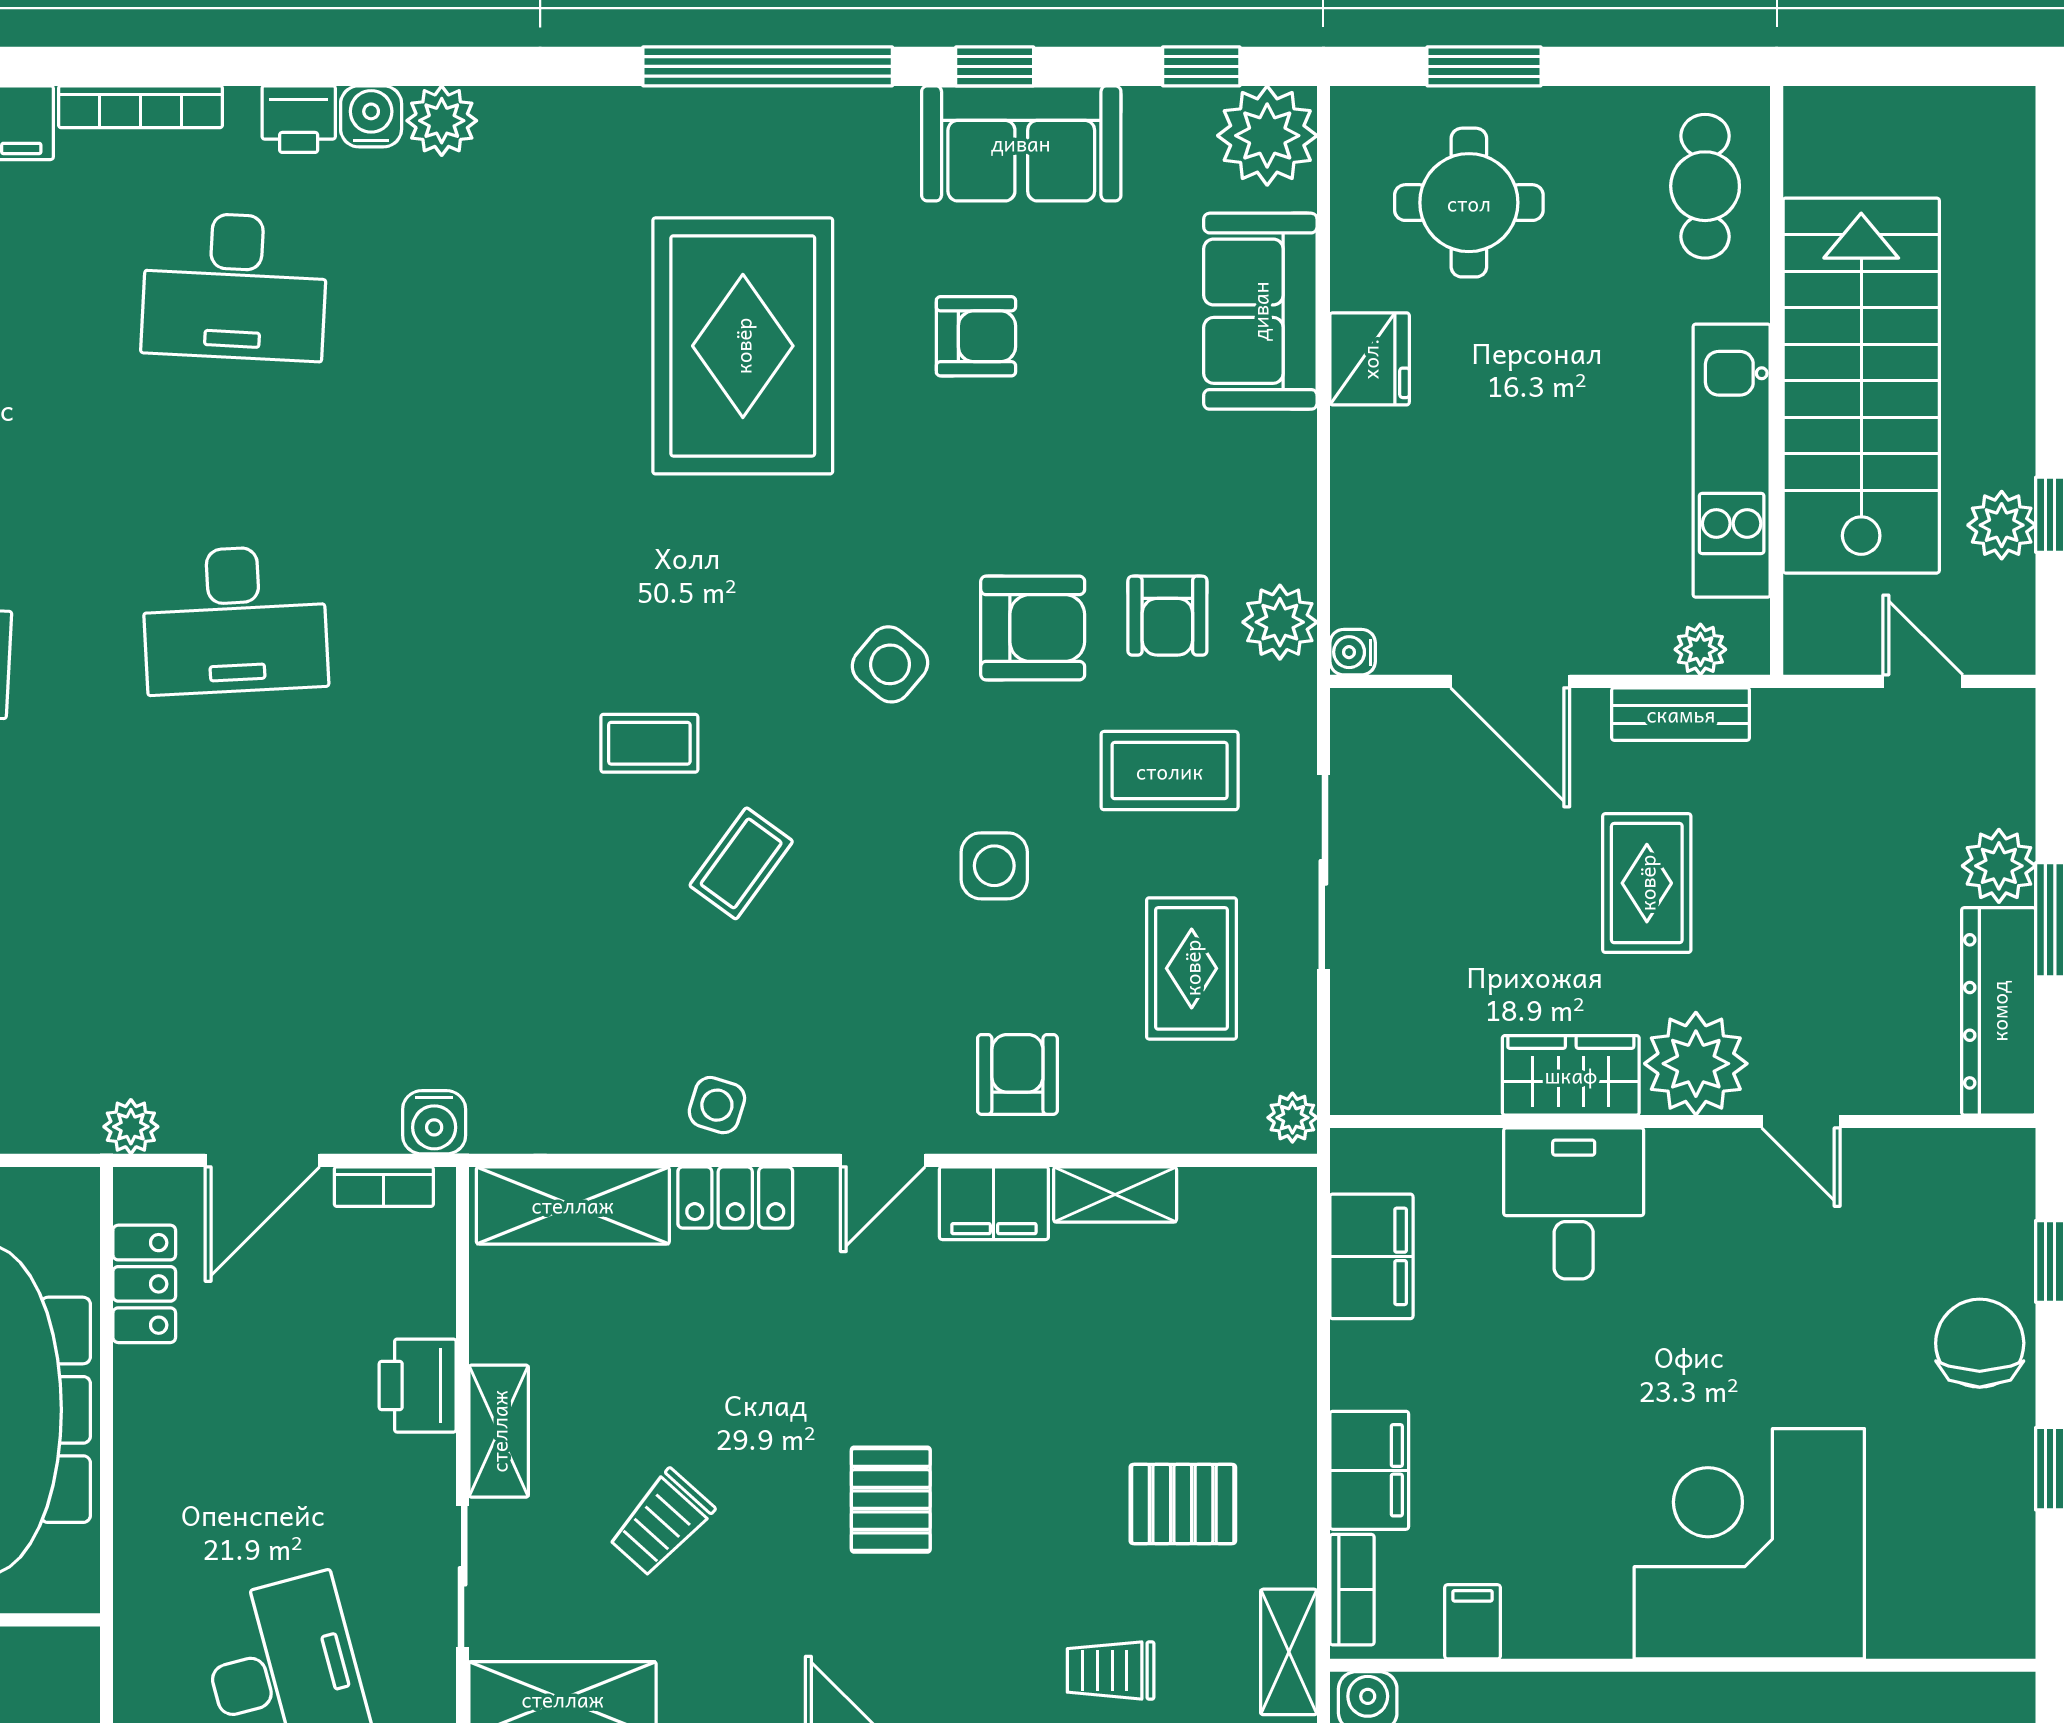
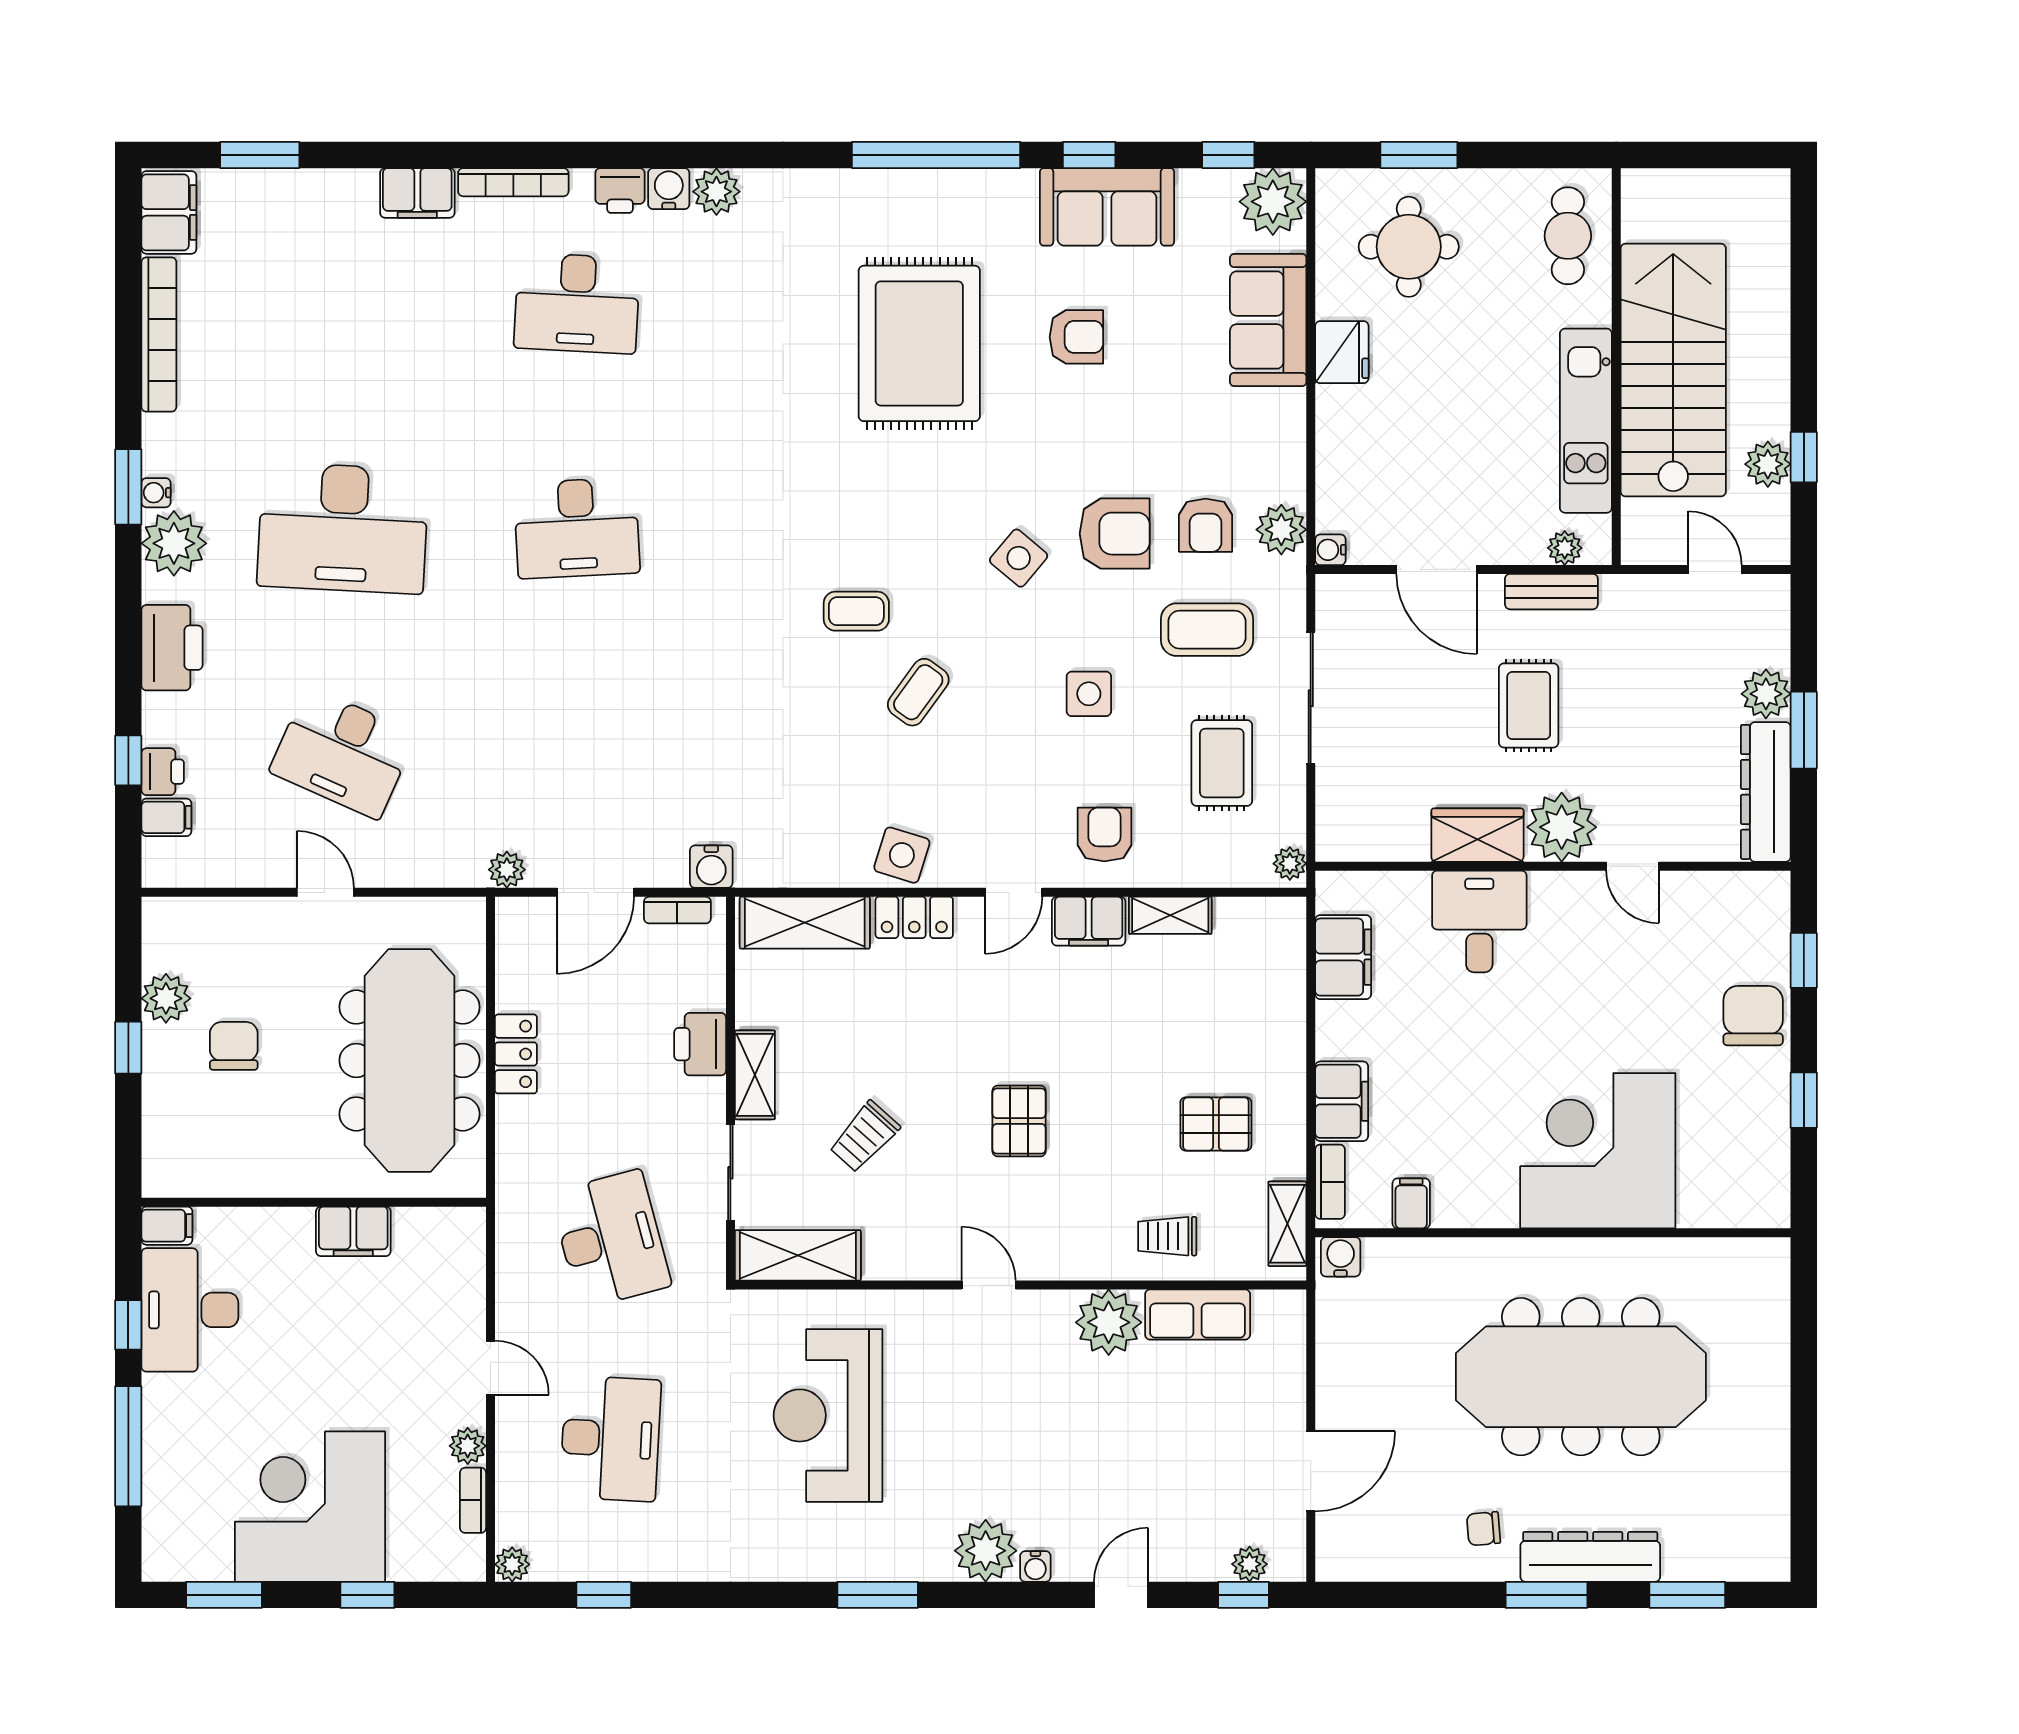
side table: (717, 1105) -> (902, 855), width x1.37, depth x1.37
locker: (144, 1284) -> (516, 1054), moved

